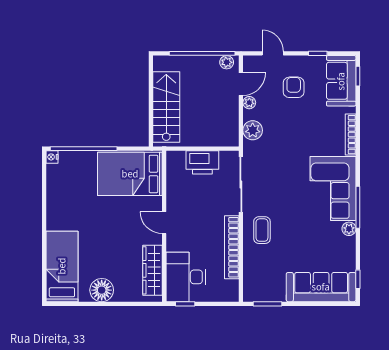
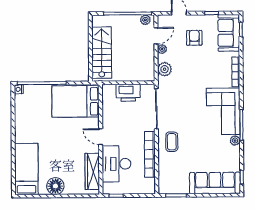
desk: (186, 277) -> (116, 164), moved

